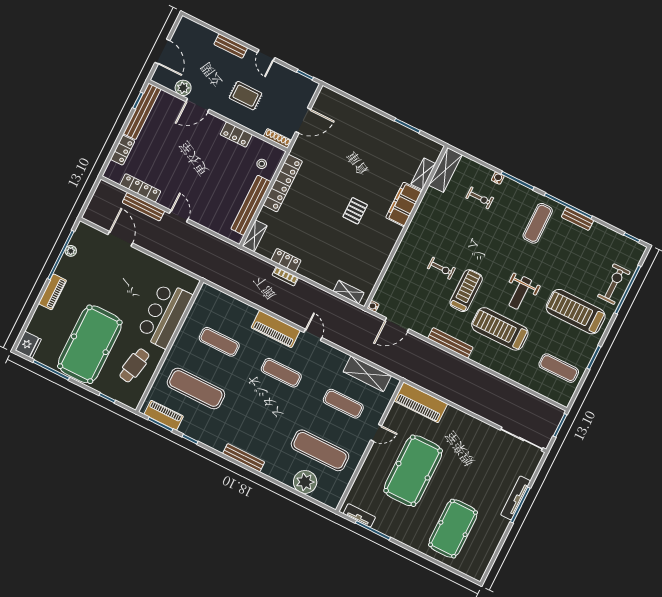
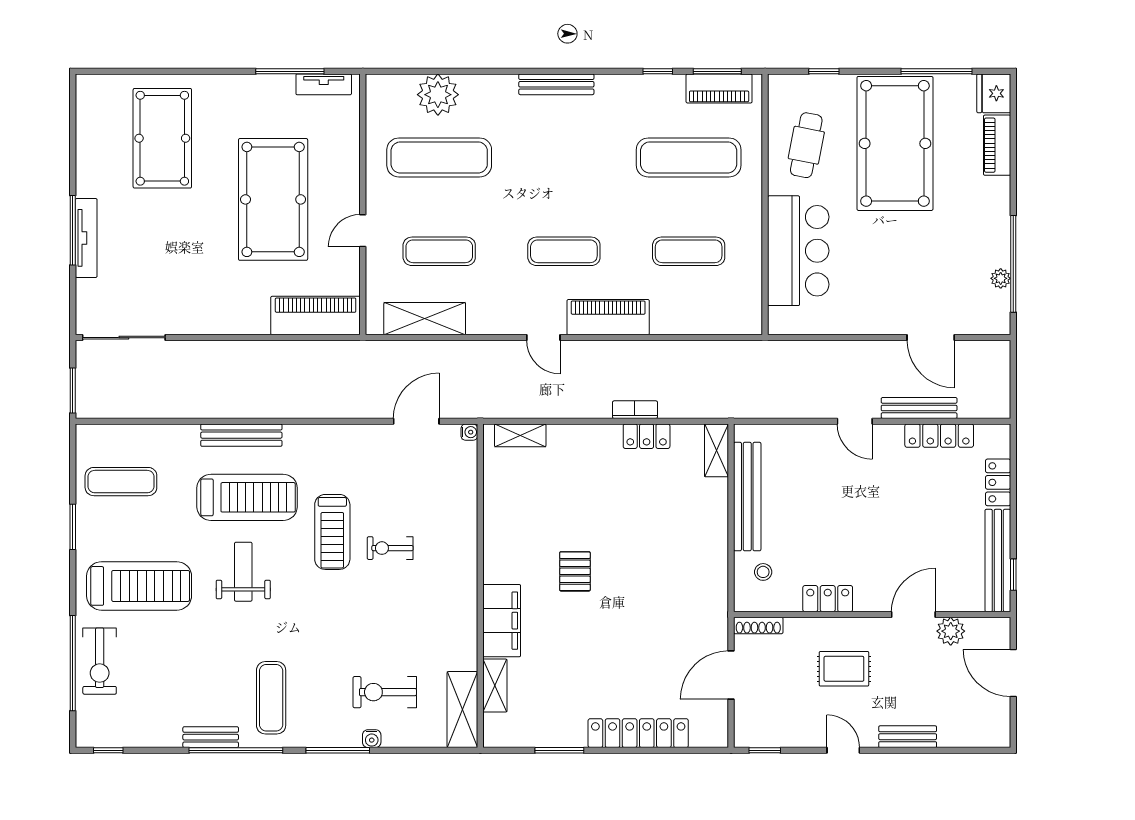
locker: (283, 183) -> (638, 733), moved, turned 90
exercise bike: (480, 198) -> (385, 692), width x1.38, depth x1.39
piano: (53, 292) -> (997, 145), moved
bench: (450, 343) -> (241, 435), moved

